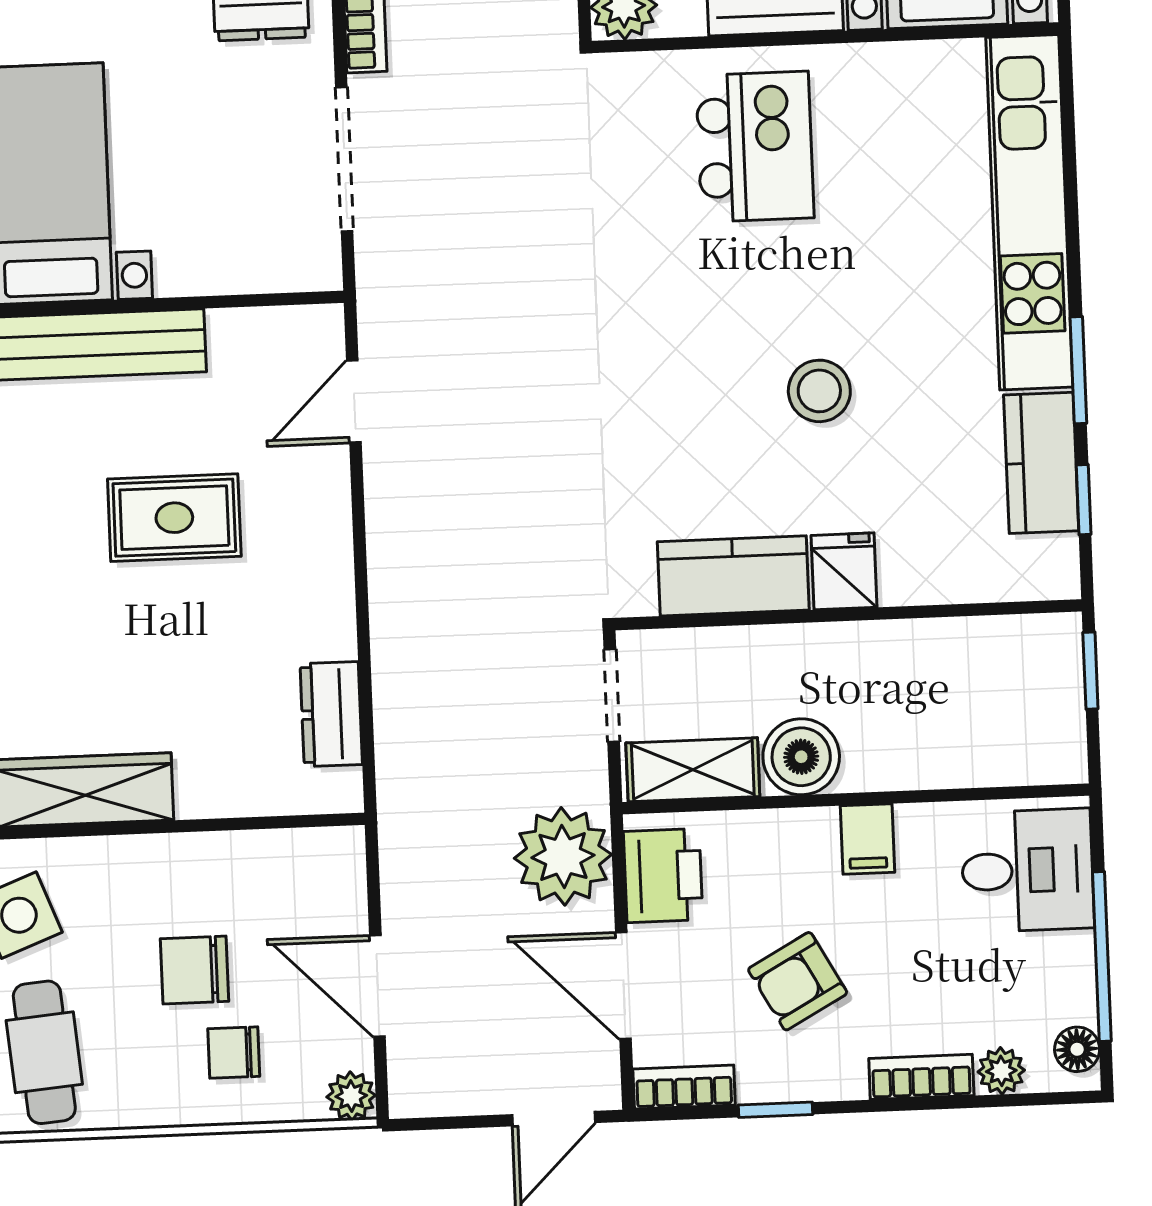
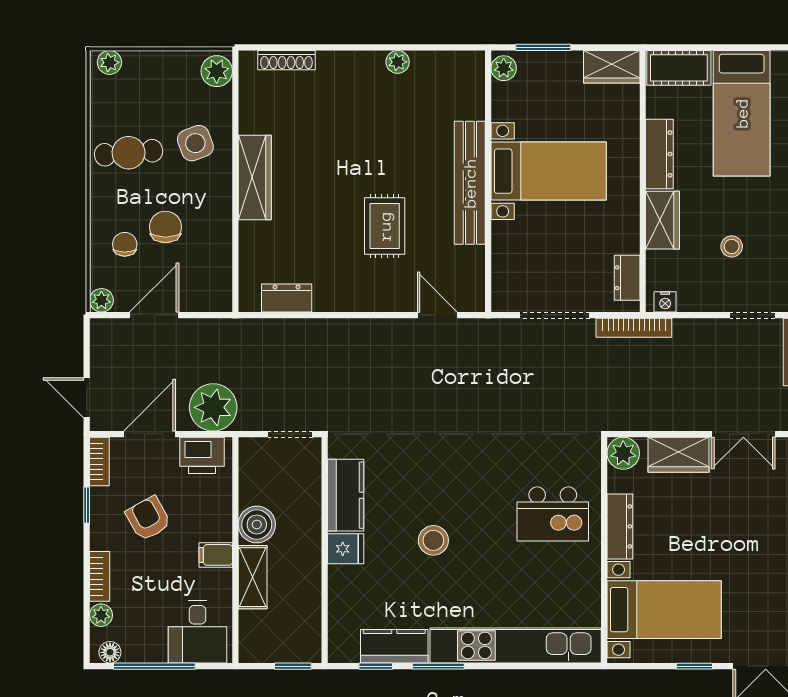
shelving: (693, 770) -> (253, 577), moved

